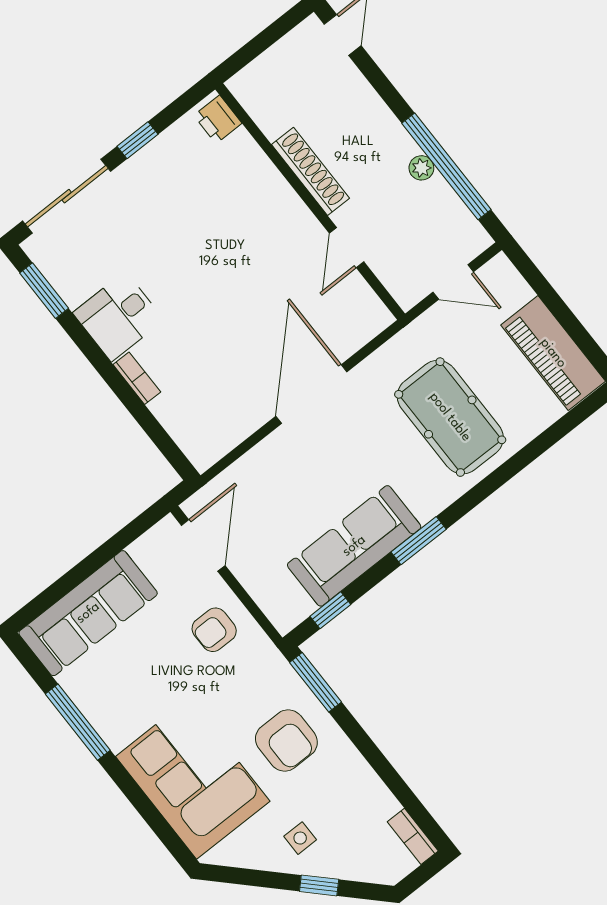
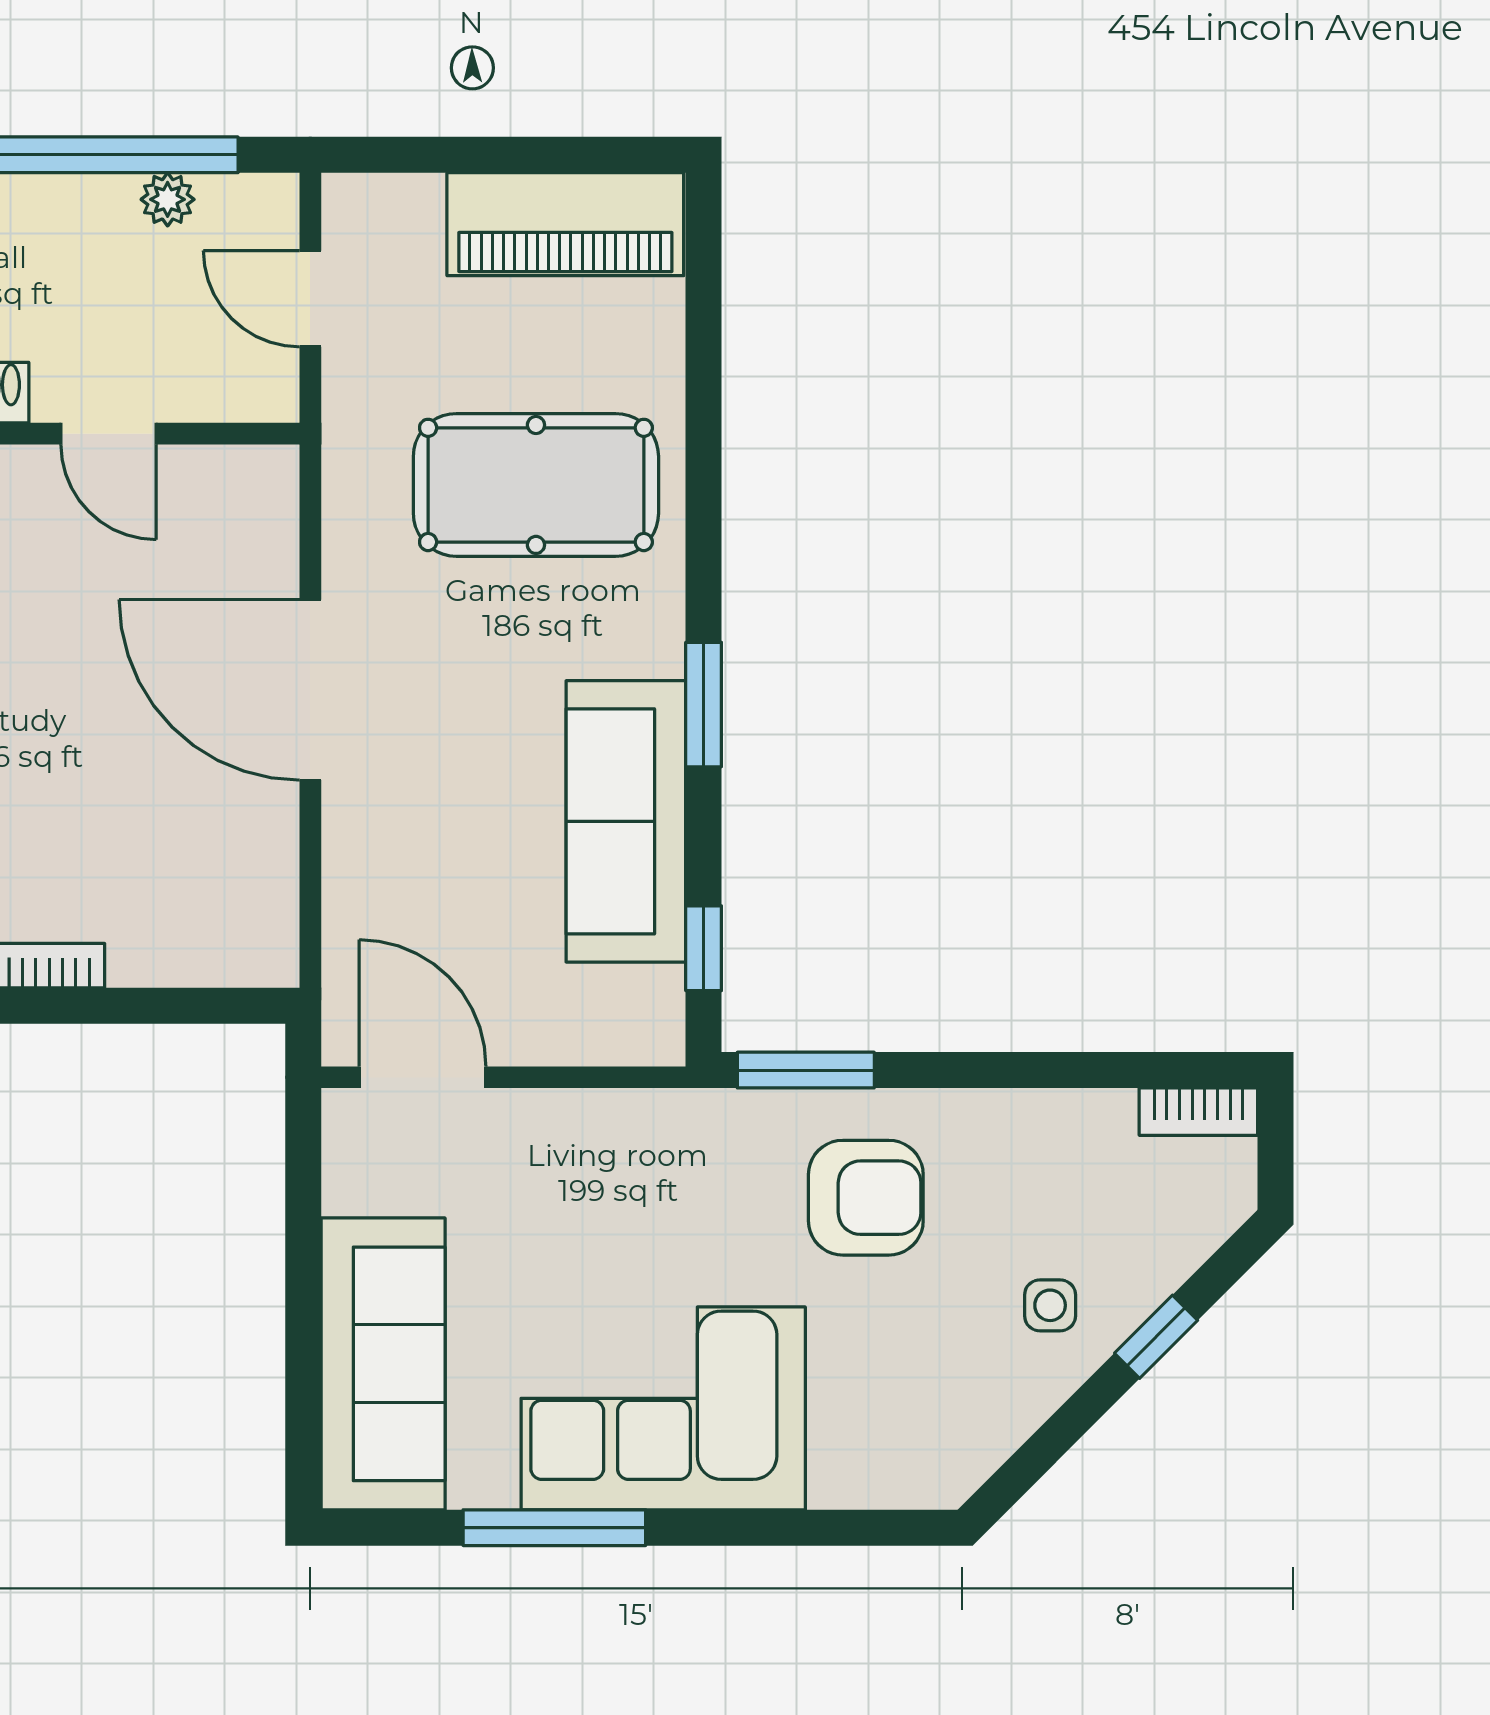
plant: (421, 168) -> (168, 199), moved
door: (453, 282) -> (310, 299), swing flipped
armchair: (214, 630) -> (581, 1172), removed
corner sofa: (193, 779) -> (663, 1408), moved

